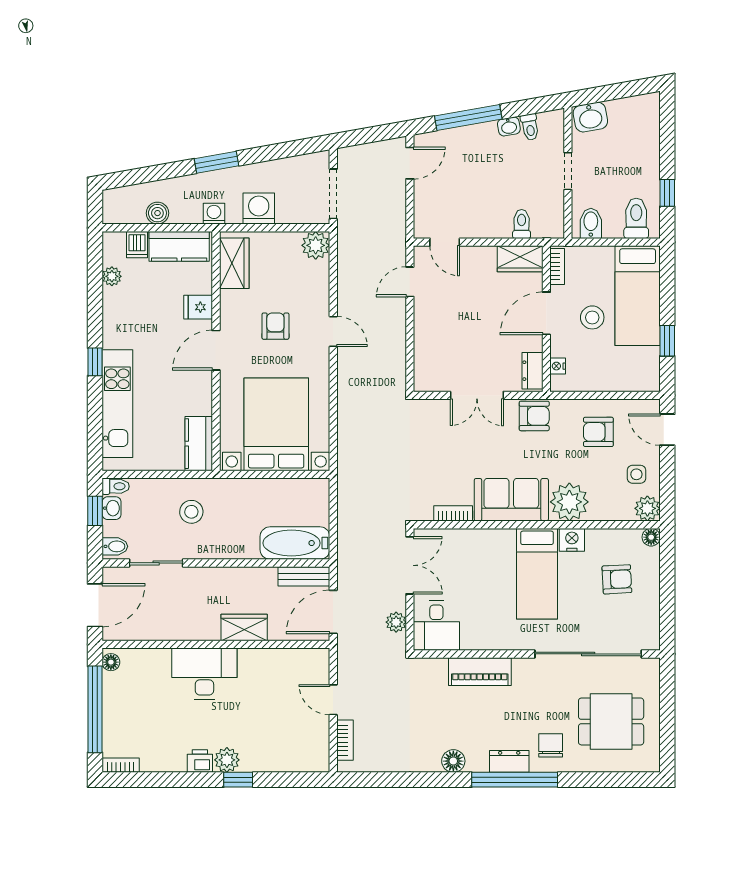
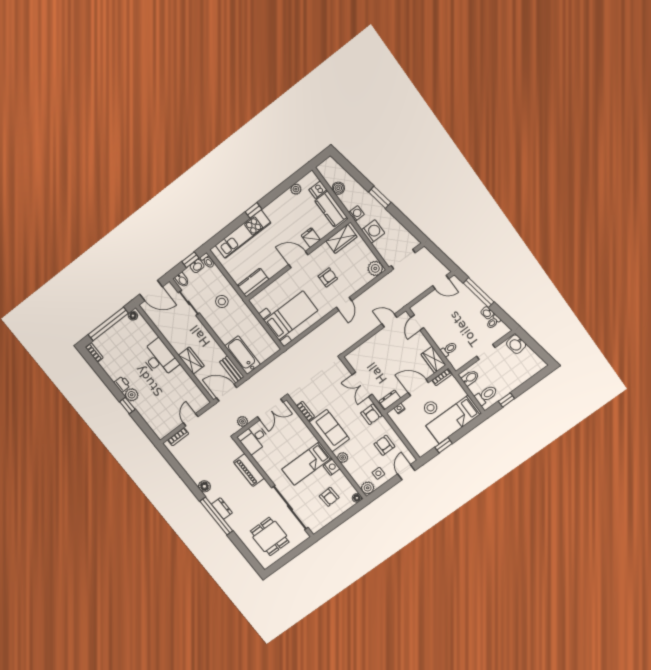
bed with nightstands: (276, 424) -> (291, 315), width x0.73
plant: (569, 502) -> (343, 458), width x0.53, depth x0.53
chair: (551, 745) -> (241, 520), removed

